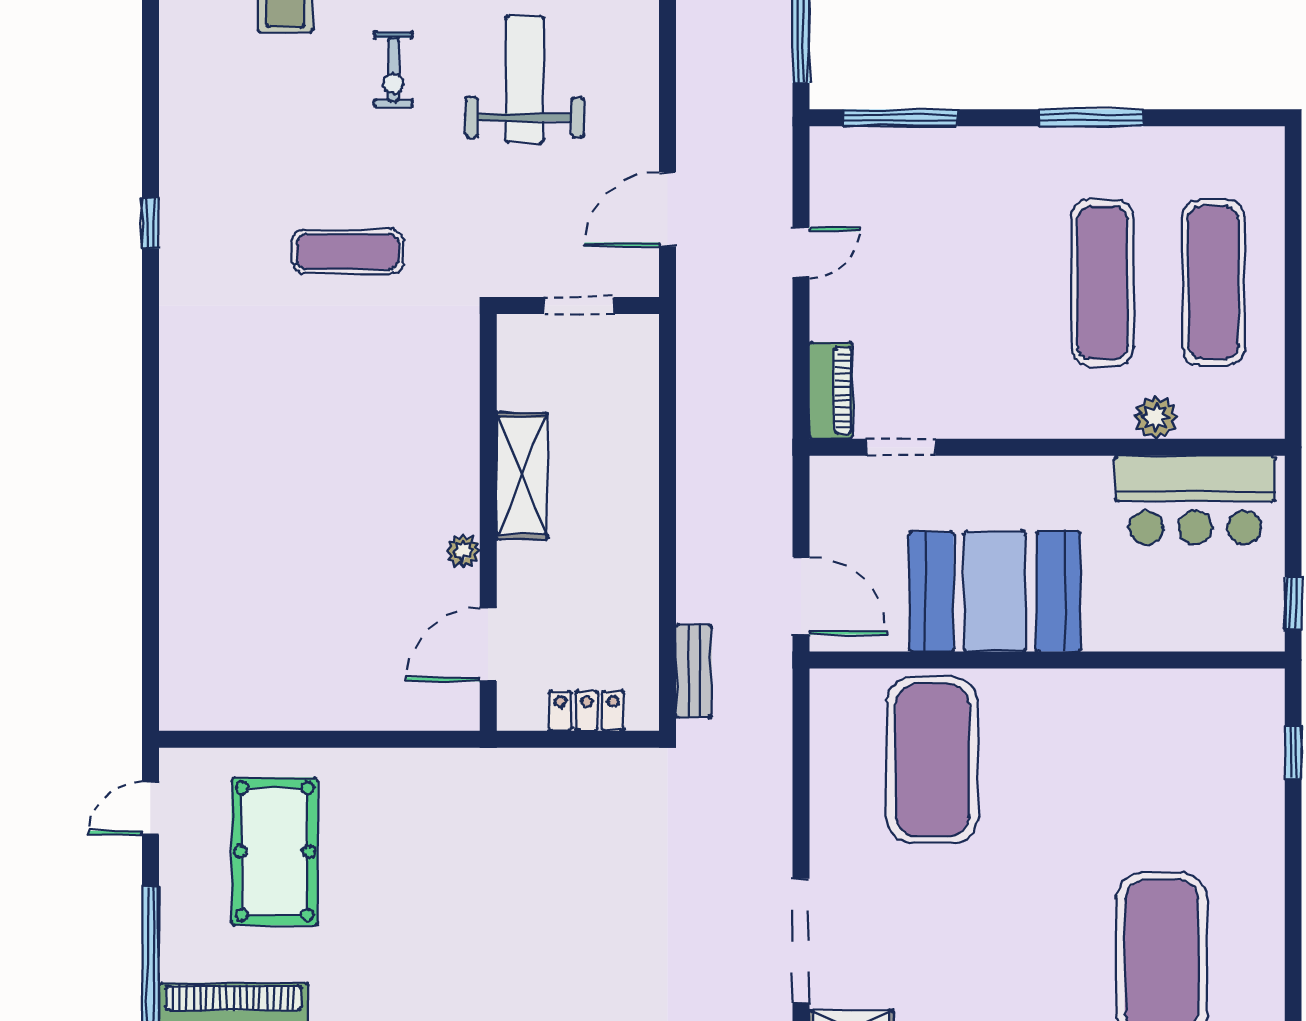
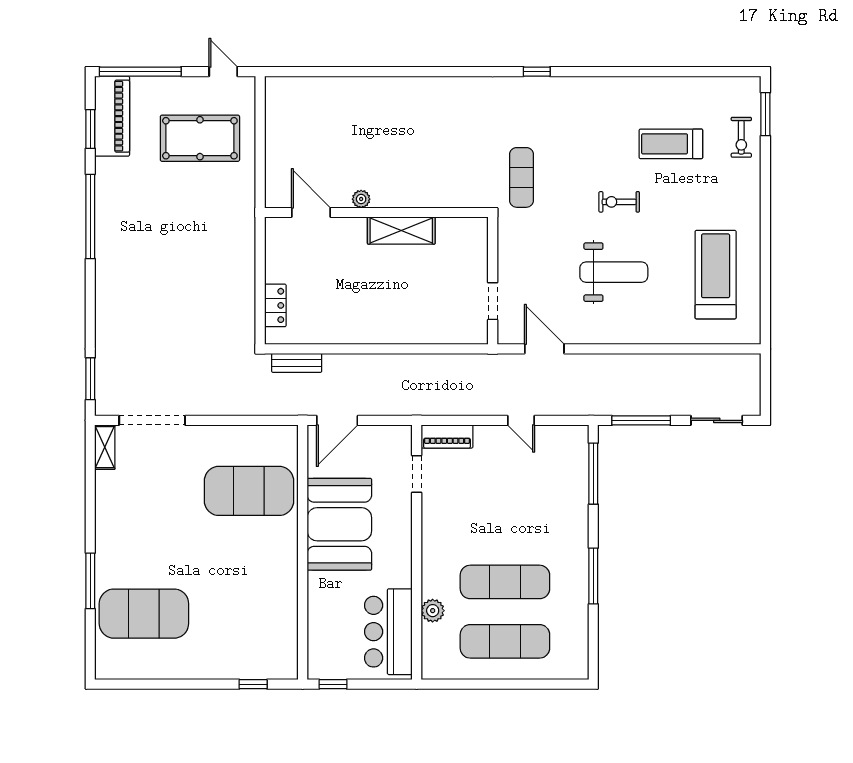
shelving: (522, 476) -> (401, 230), moved
wall: (488, 522) -> (376, 212), moved
plant: (463, 551) -> (361, 199), moved
door: (488, 645) -> (311, 212), moved

